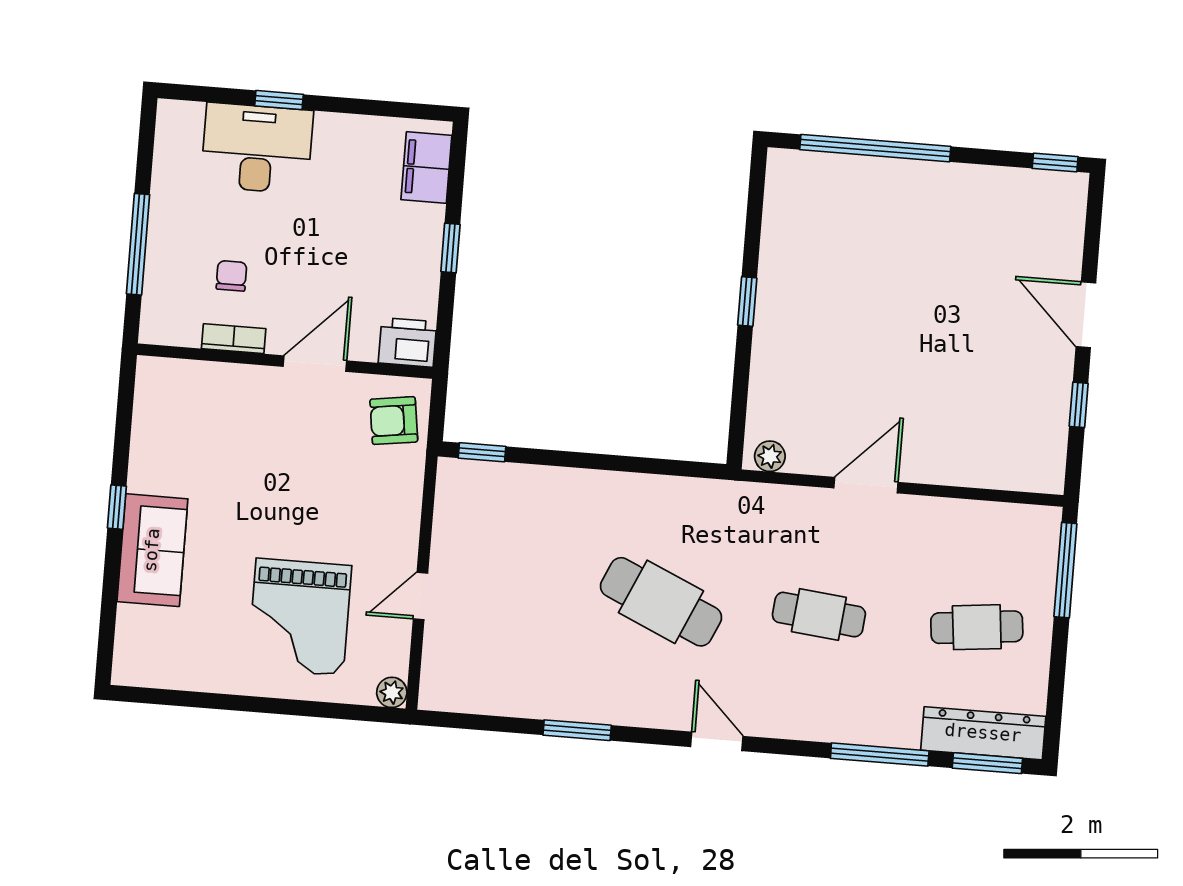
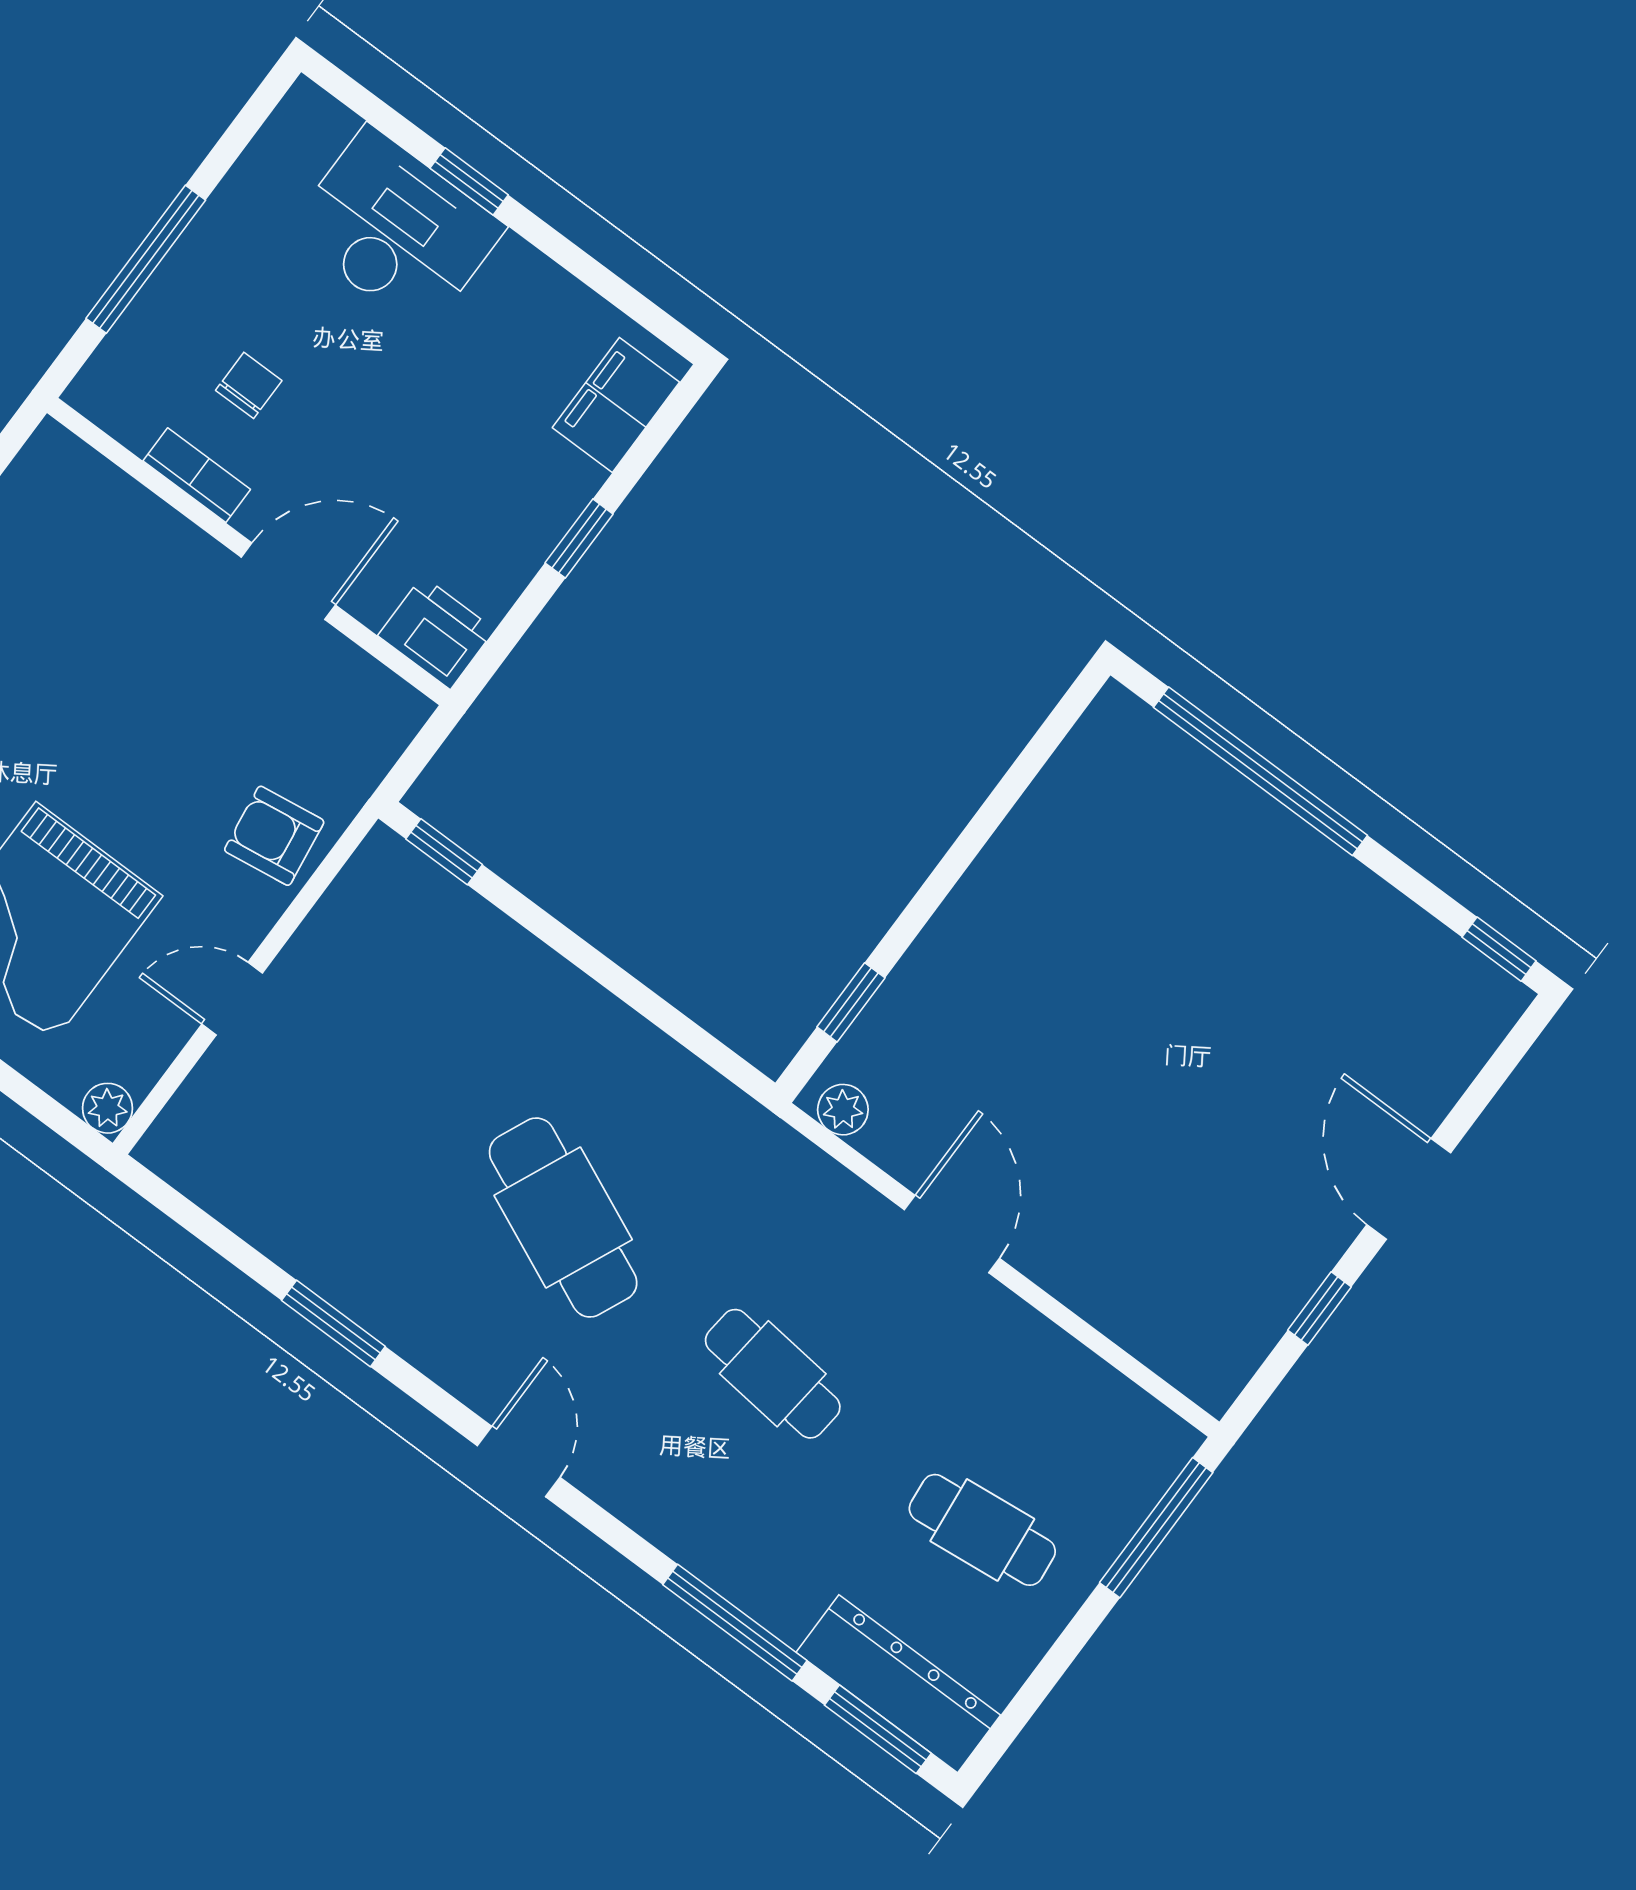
window: (747, 302) -> (851, 1002), moved
armchair: (394, 421) -> (274, 836), moved
door: (866, 485) -> (952, 1234), hinge flipped

